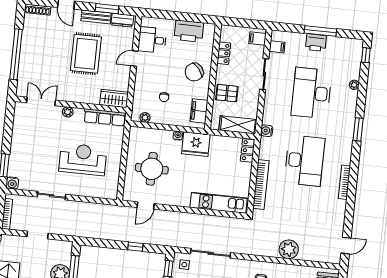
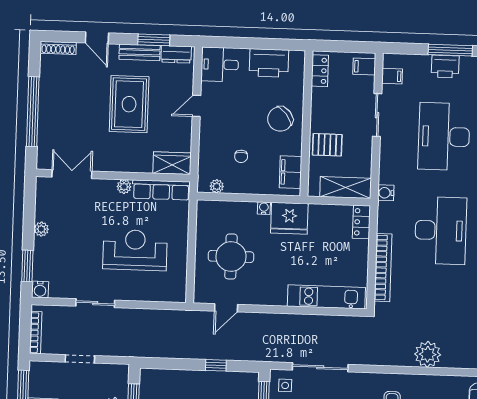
desk: (152, 40) -> (220, 64), moved
locker: (224, 53) -> (320, 71), moved
plant: (68, 112) -> (124, 187), moved
plant: (16, 139) -> (41, 229), added

